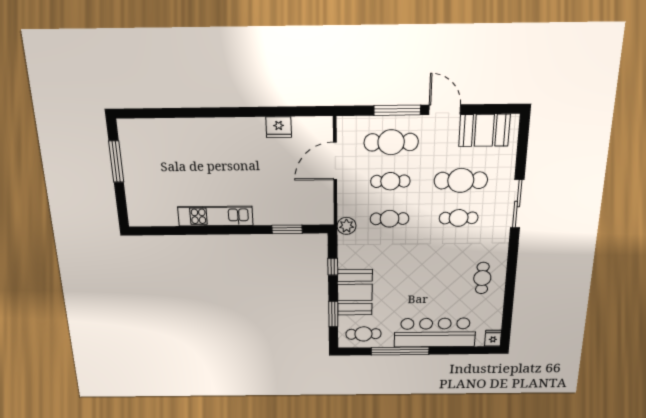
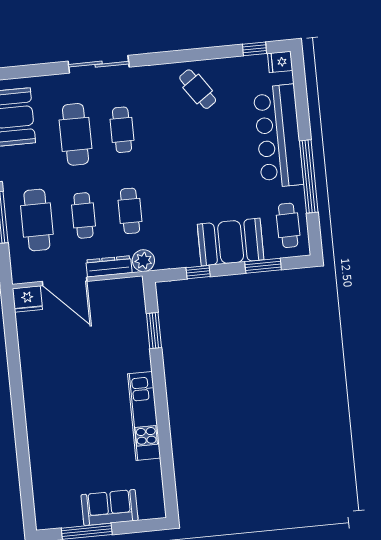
fridge: (279, 127) -> (27, 299), moved, turned 90
sofa: (137, 182) -> (110, 508), added
dresser: (344, 198) -> (109, 266), added
cafe table: (482, 278) -> (198, 89), turned 55
window: (507, 321) -> (254, 49), added

